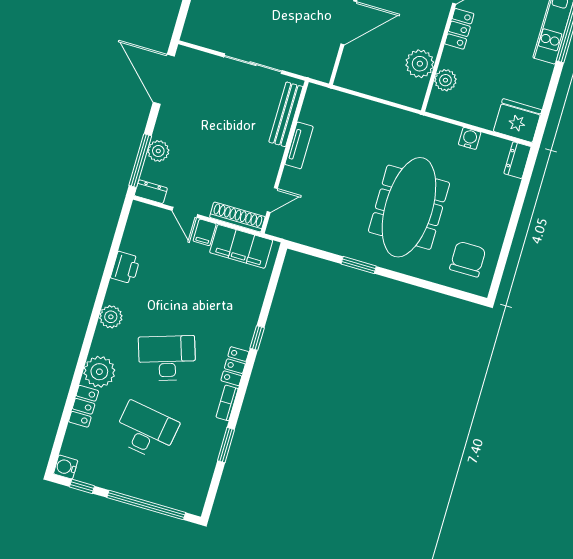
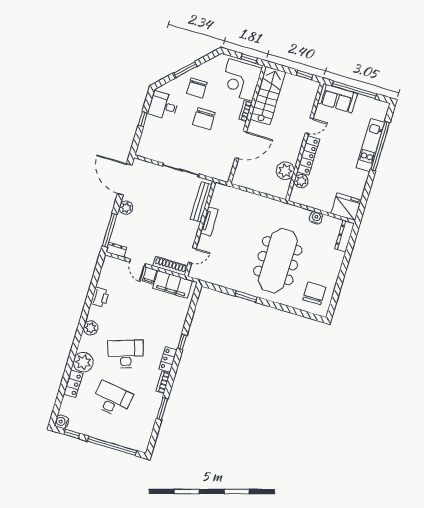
locker: (459, 29) -> (308, 155), width x1.53
plant: (158, 151) -> (126, 208), moved
dresser: (517, 160) -> (345, 236), width x1.44

